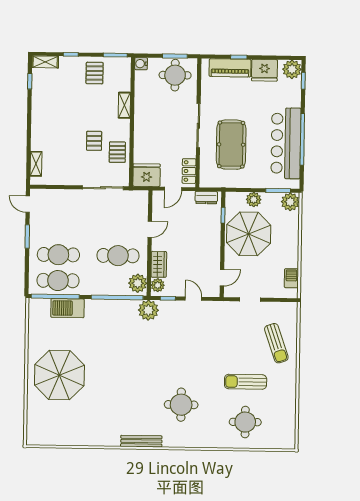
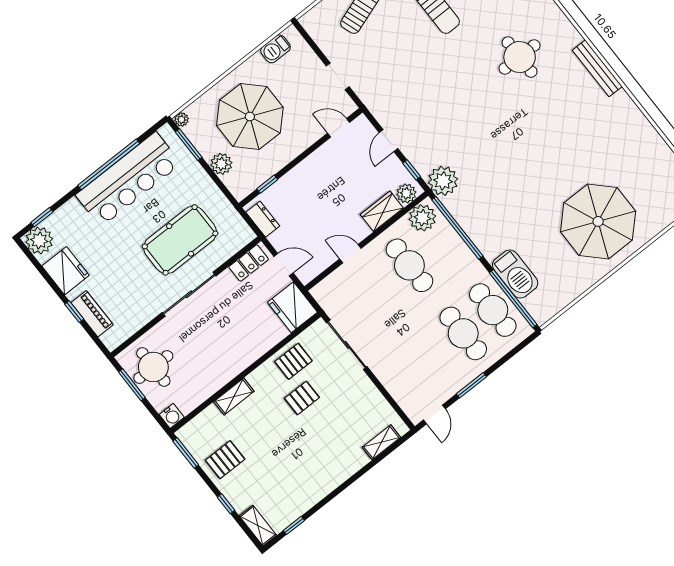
piano: (230, 68) -> (92, 314), width x0.73, depth x0.75
plant: (290, 202) -> (182, 120), width x0.53, depth x0.53
parasol: (249, 234) -> (250, 116), moved

